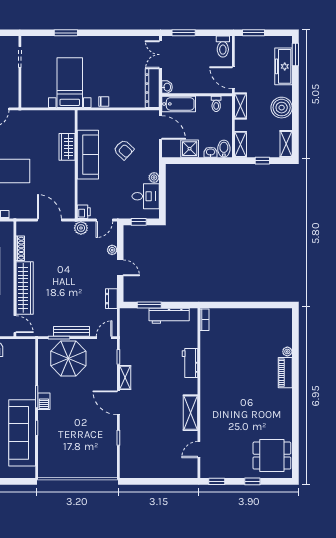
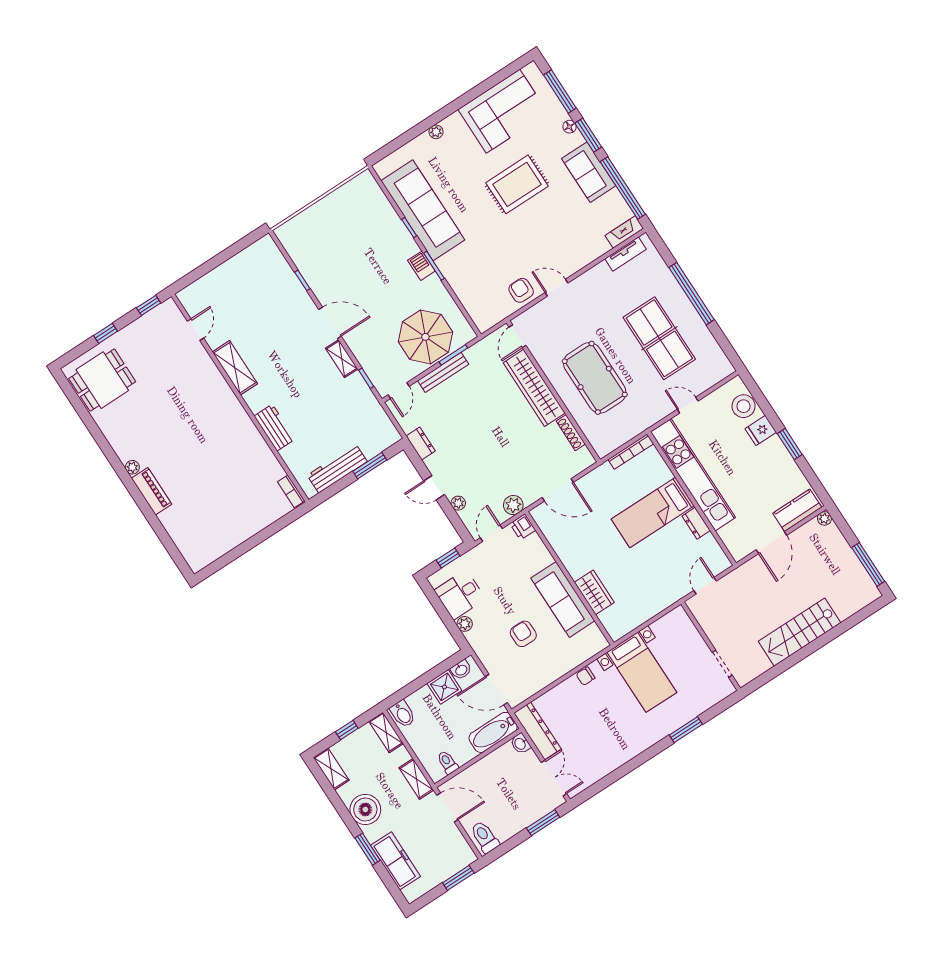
window: (295, 54) -> (367, 849), moved
armchair: (124, 150) -> (523, 634), turned 47
washbasin: (211, 152) -> (461, 670), moved
door: (15, 324) -> (517, 336), hinge flipped
plant: (287, 351) -> (132, 467), moved

